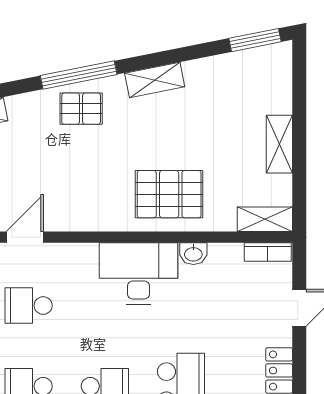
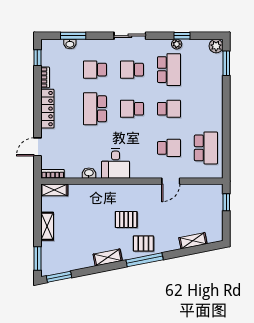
window: (299, 78) -> (37, 259), added
pallet: (169, 194) -> (126, 219), moved, width x0.67, depth x0.71
desk: (138, 273) -> (116, 164), width x0.73

